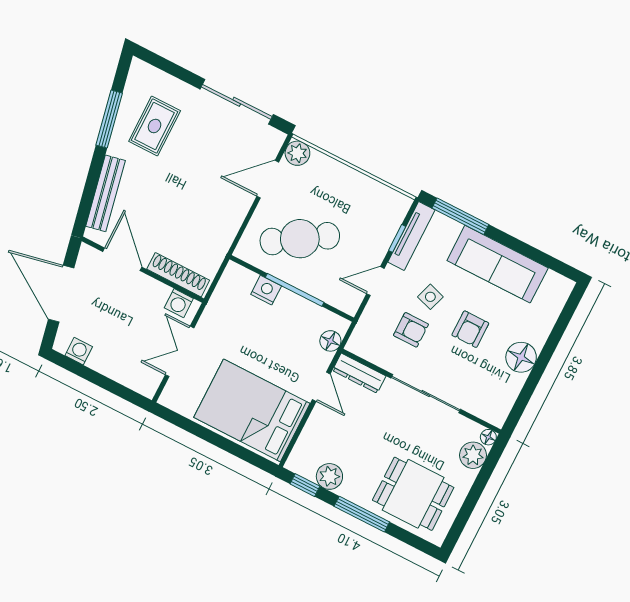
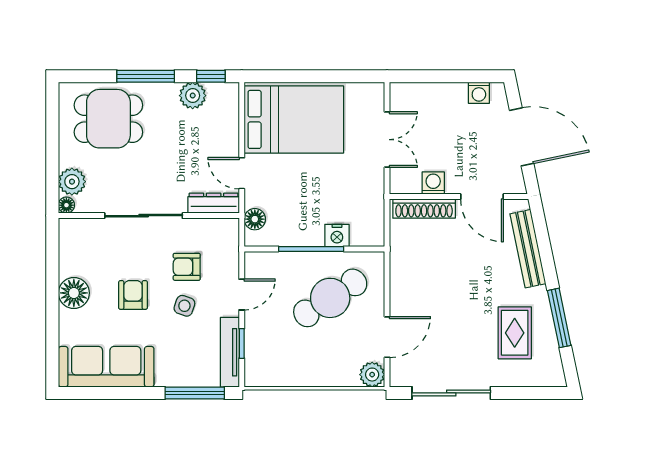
sofa: (498, 264) -> (106, 367), moved
washing machine: (179, 303) -> (433, 183), moved

